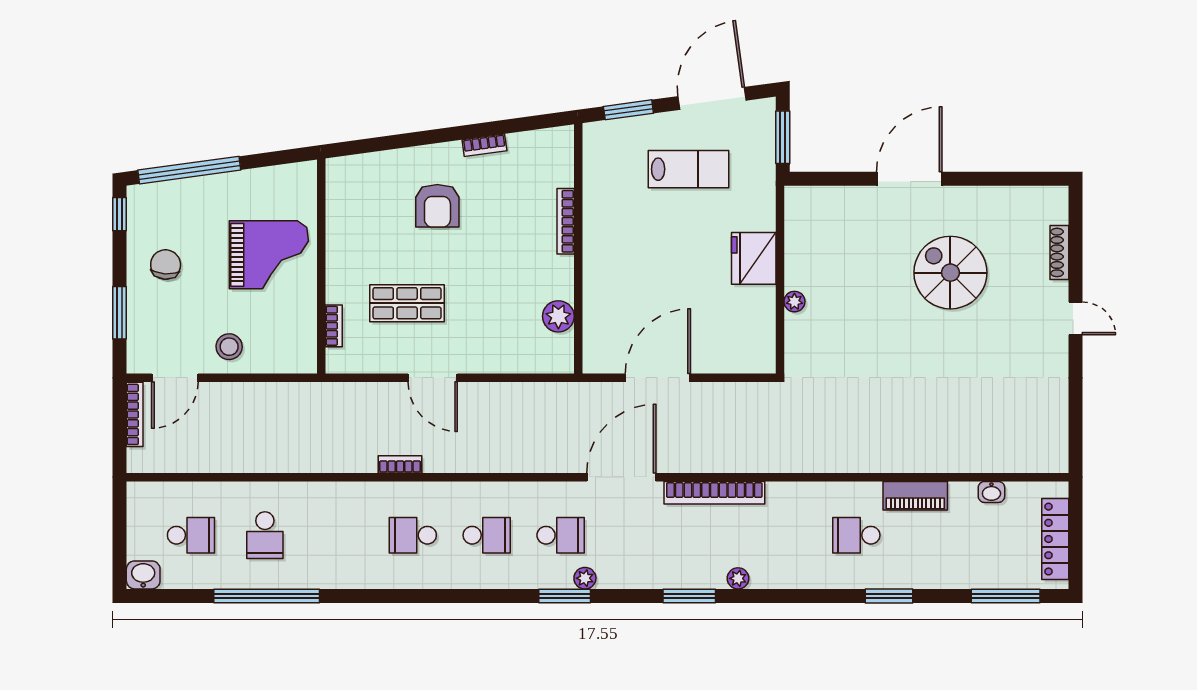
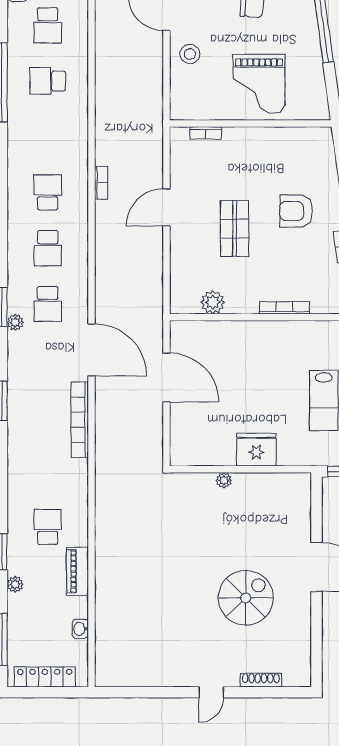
shop shelf: (407, 303) -> (235, 228), moved
plant: (738, 578) -> (15, 584), moved

